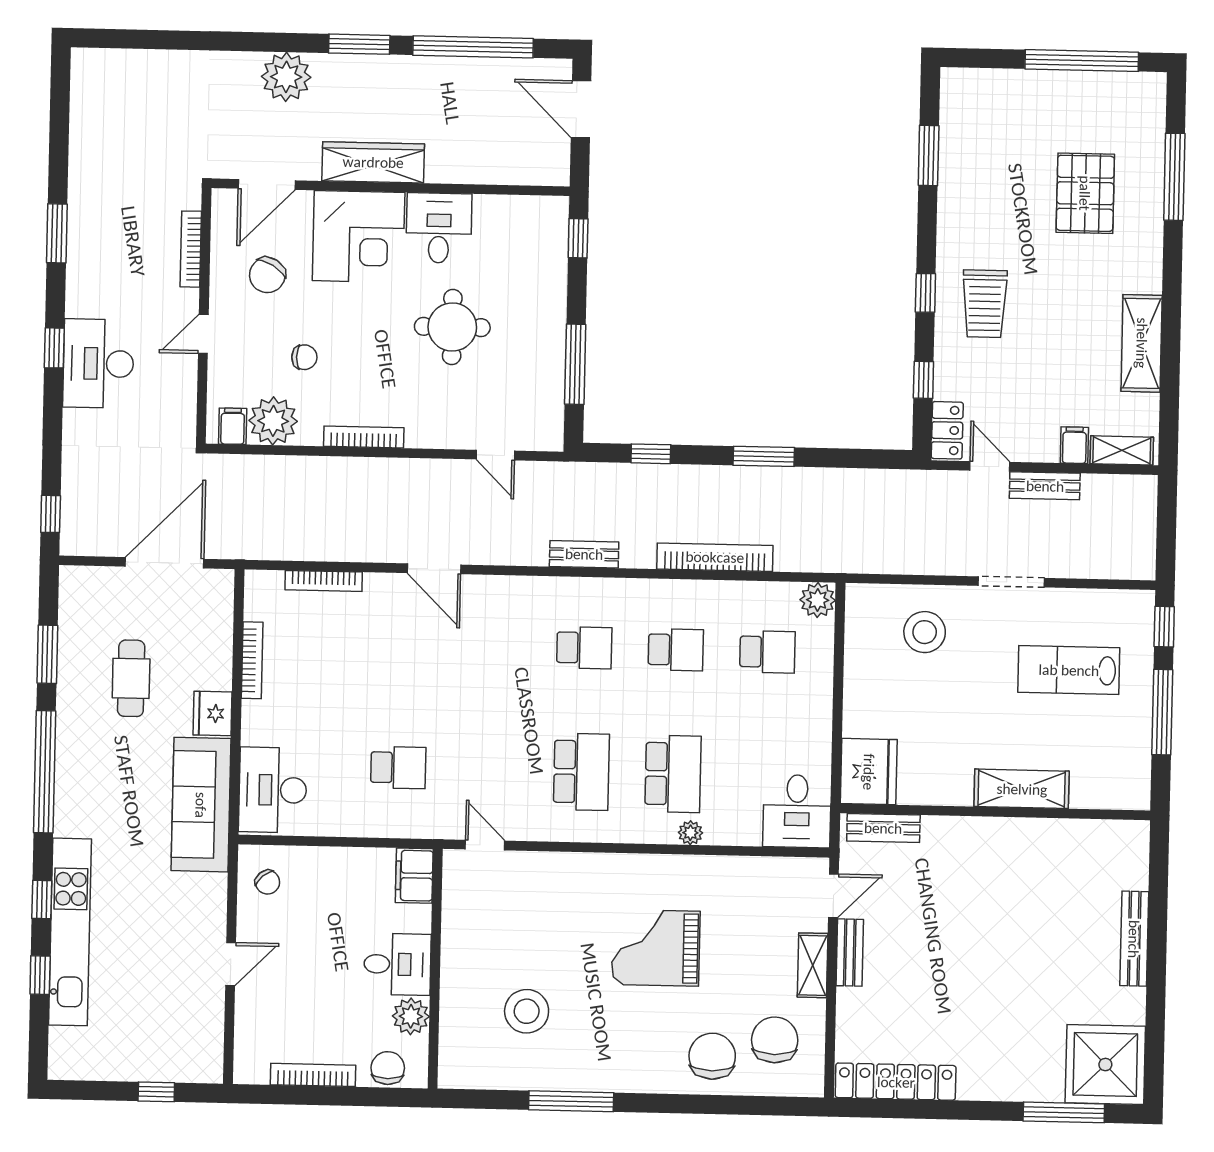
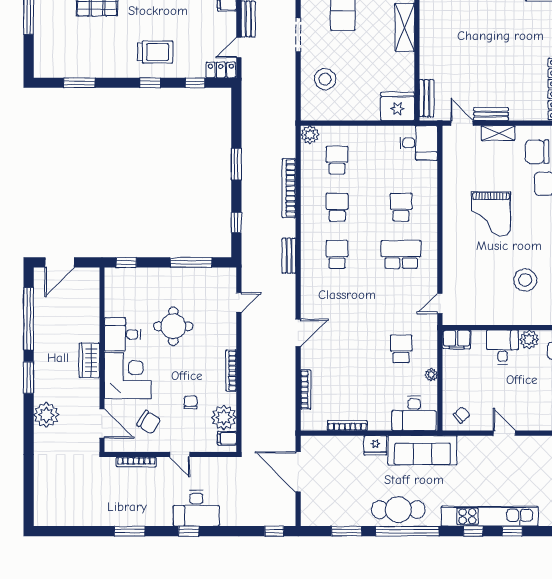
wardrobe: (373, 162) -> (89, 360), width x0.67
cafe table: (131, 678) -> (398, 510), moved, width x1.37, depth x1.35
school desk: (673, 774) -> (401, 207), width x0.54
plant: (690, 833) -> (431, 375), moved

